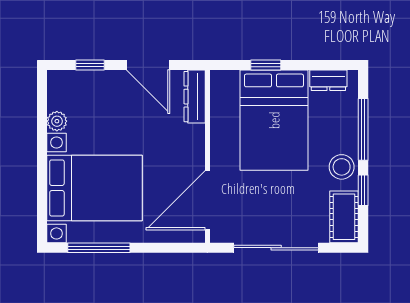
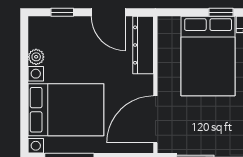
window: (266, 65) -> (221, 12), moved
dresser: (195, 97) -> (143, 45), width x1.37, depth x1.24

